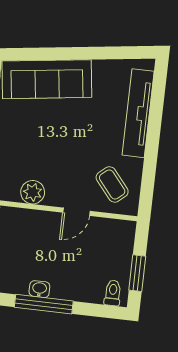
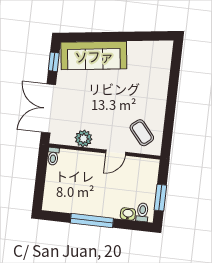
tv unit: (138, 113) -> (161, 80), removed
washbasin: (39, 289) -> (128, 214), moved

